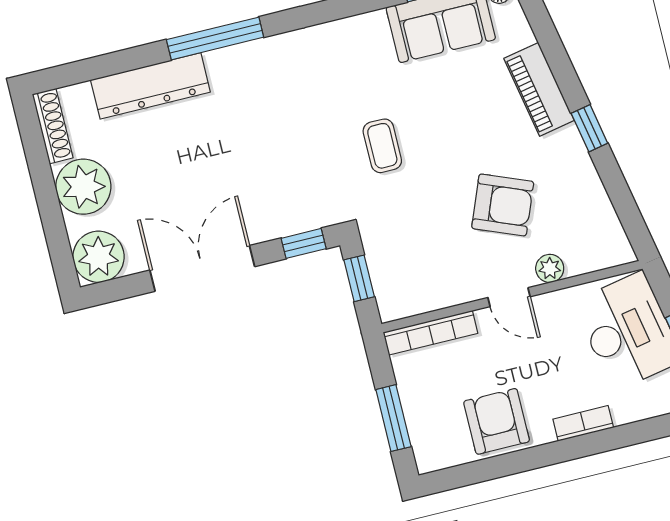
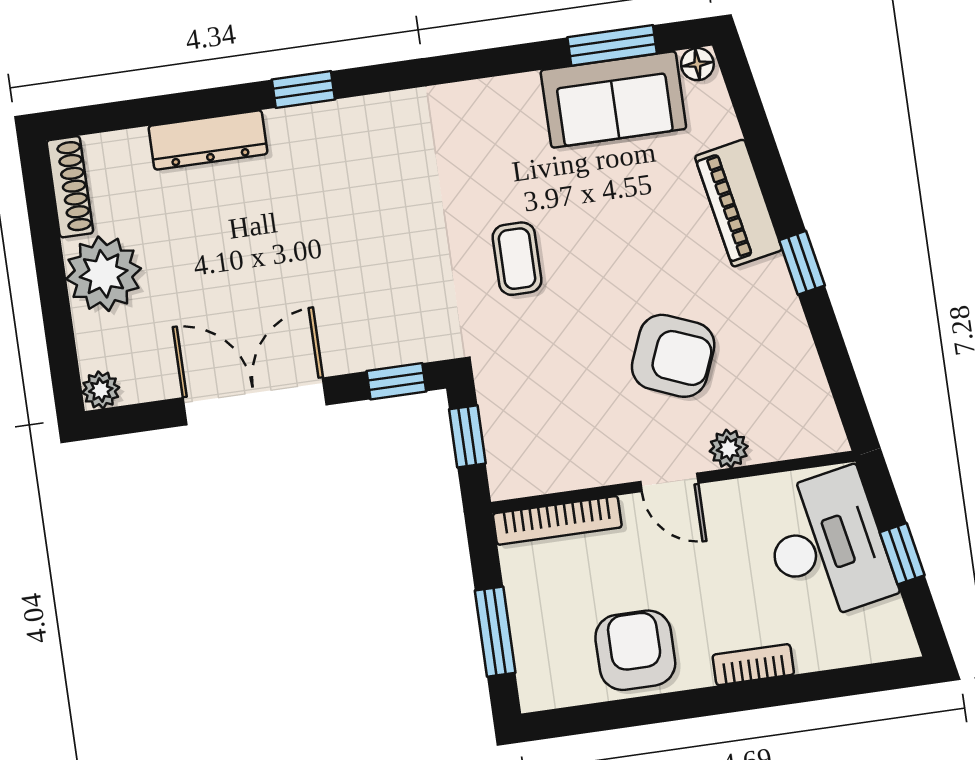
window: (215, 38) -> (303, 89), width x0.46
dresser: (150, 86) -> (208, 140), width x0.73, depth x0.80
plant: (99, 257) -> (101, 390), width x0.53, depth x0.53

